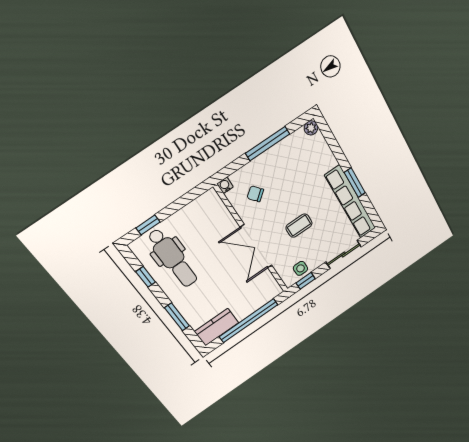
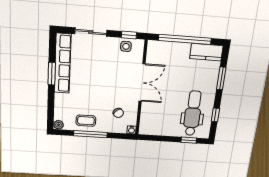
coffee table: (299, 226) -> (86, 121), moved

